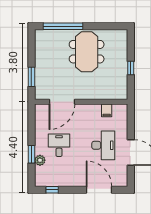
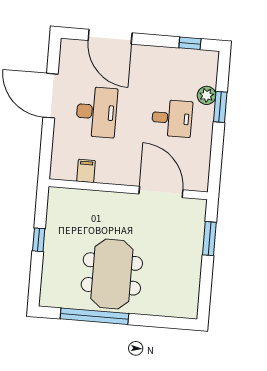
window: (63, 26) -> (94, 316), moved
door: (62, 102) -> (161, 192), hinge flipped
desk: (59, 145) -> (172, 118), turned -90
desk: (103, 145) -> (96, 112), turned 180

